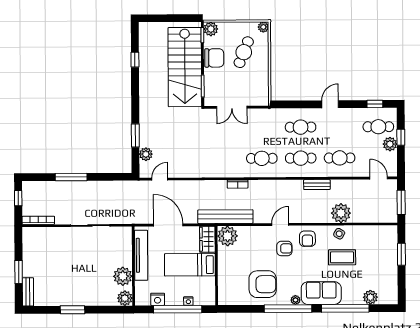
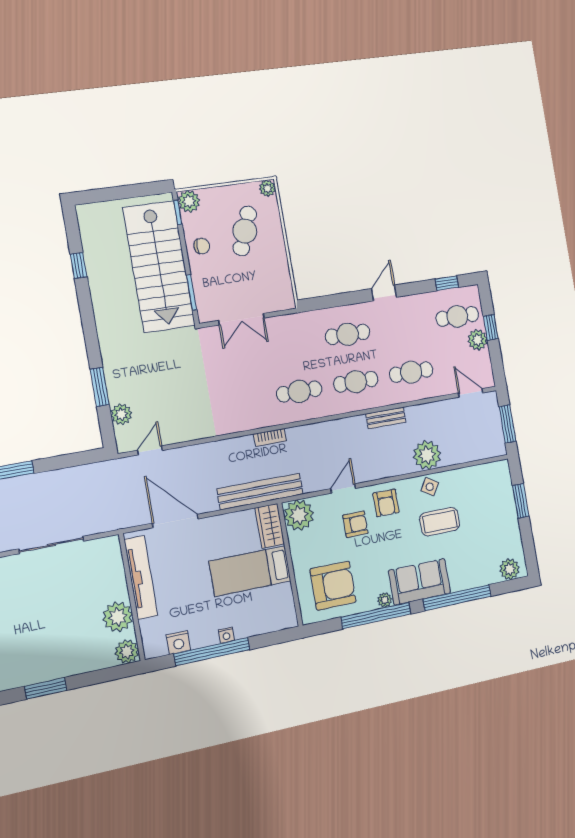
chair: (214, 58) -> (202, 246), width x0.54, depth x0.54
plant: (228, 236) -> (299, 515), moved
wardrobe: (207, 239) -> (270, 526), moved
bed: (190, 265) -> (250, 571), moved
wall: (216, 266) -> (290, 564), moved
plant: (370, 297) -> (510, 569), moved

